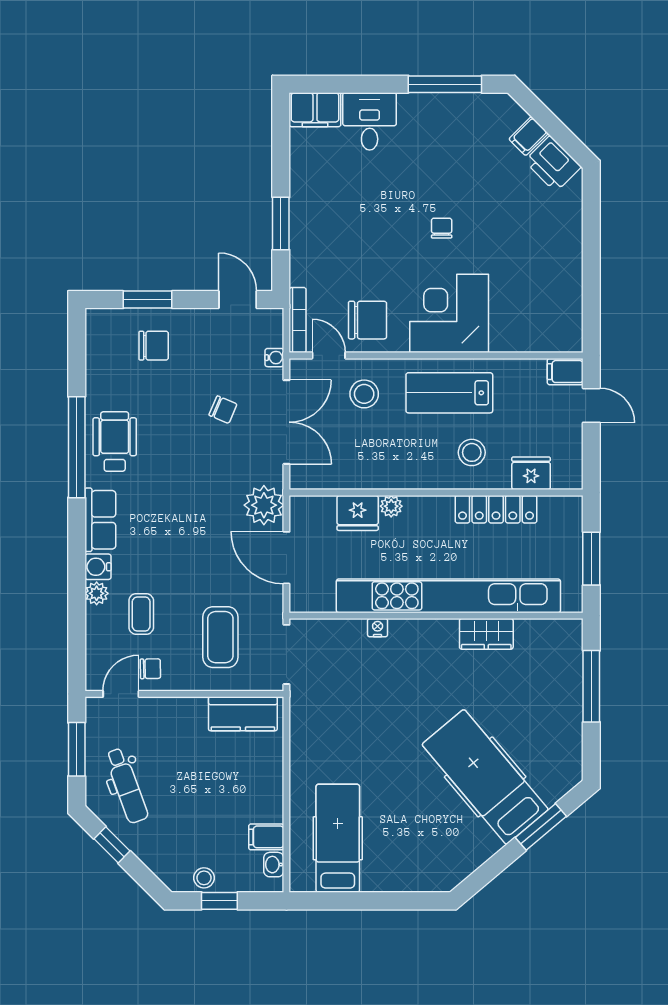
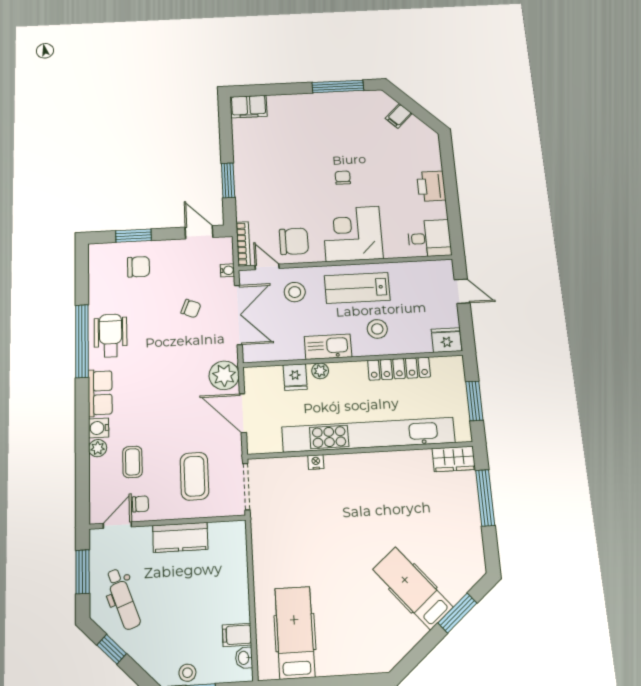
desk: (370, 121) -> (429, 238), moved, turned 90
printer: (553, 164) -> (431, 186), moved, turned 45
filing cabinet: (565, 372) -> (441, 269), removed
fridge: (531, 473) -> (447, 340), moved
kitchen sink: (404, 474) -> (328, 347), added
fridge: (358, 513) -> (295, 377), width x0.72
wardrobe: (486, 634) -> (454, 459), moved
kitchen counter: (243, 714) -> (180, 537), moved
hospital bed: (485, 777) -> (413, 588), width x0.73, depth x0.78

